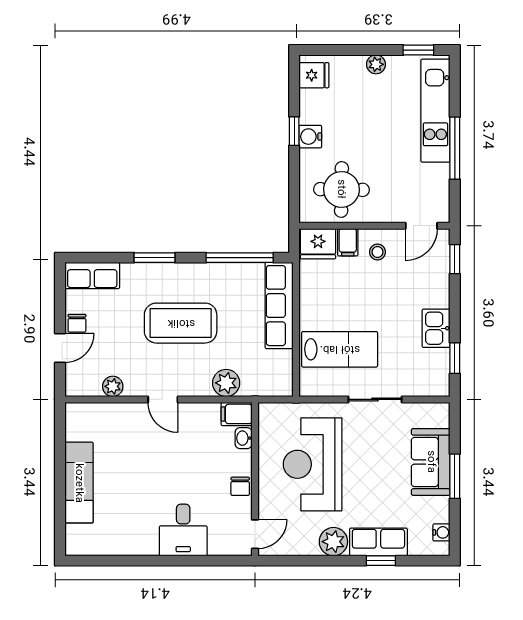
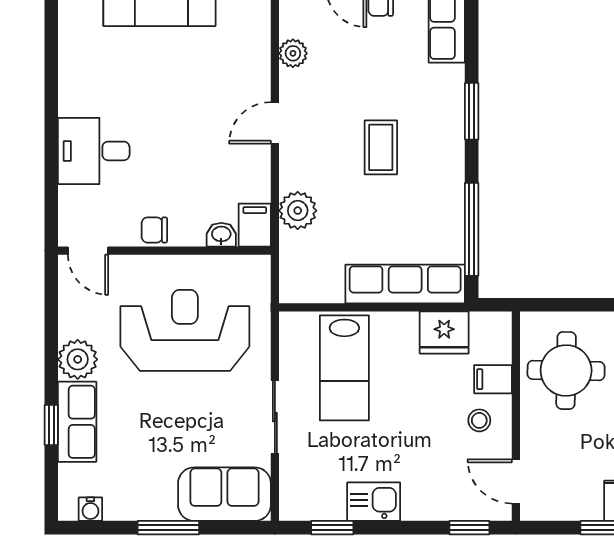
fridge: (318, 244) -> (444, 333), moved, turned -90
coffee table: (181, 323) -> (381, 147), width x0.54, depth x0.58
sofa: (431, 462) -> (224, 494), moved

